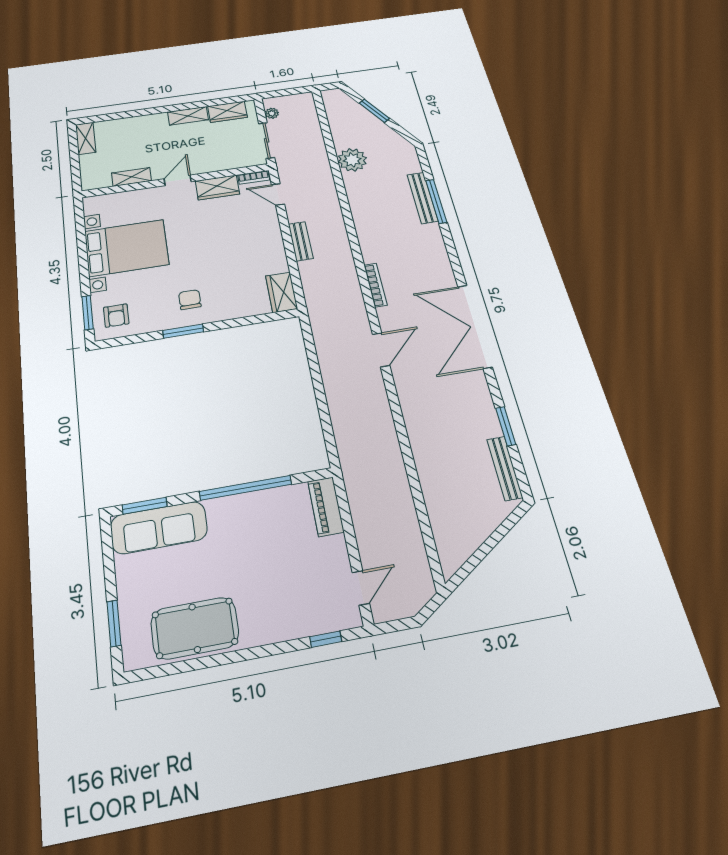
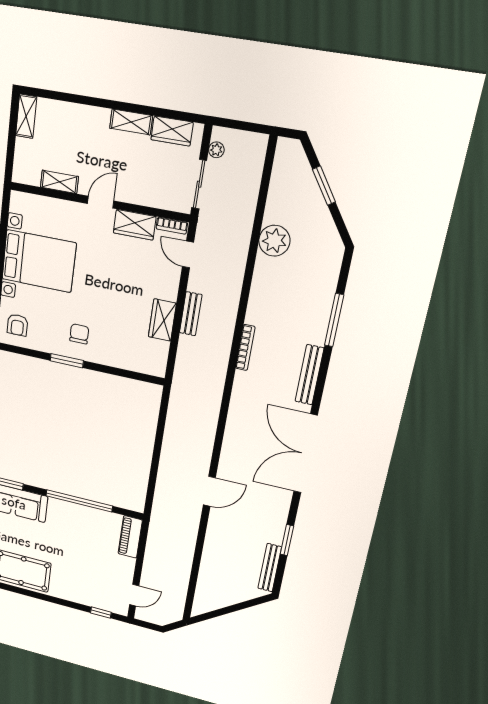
bench: (422, 198) -> (309, 375), moved
bookcase: (375, 285) -> (245, 348), moved
wardrobe: (282, 292) -> (162, 320), moved
door: (381, 350) -> (209, 491), moved

